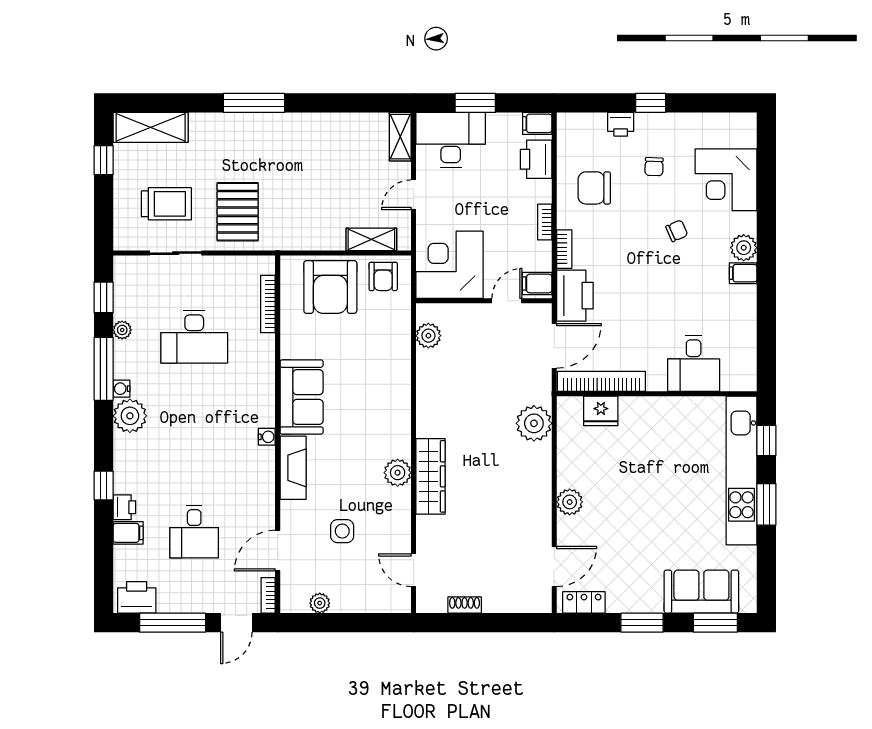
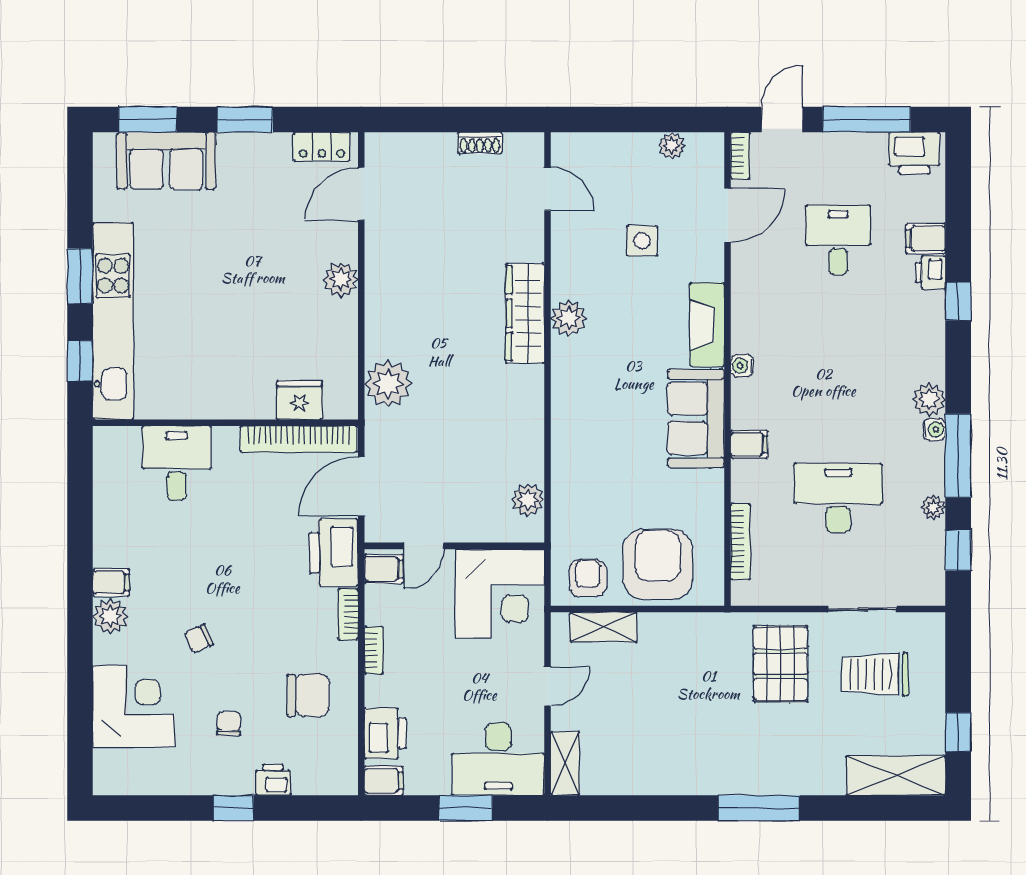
filing cabinet: (261, 378) -> (749, 444), added
plant: (130, 416) -> (929, 399), width x0.73, depth x0.73

